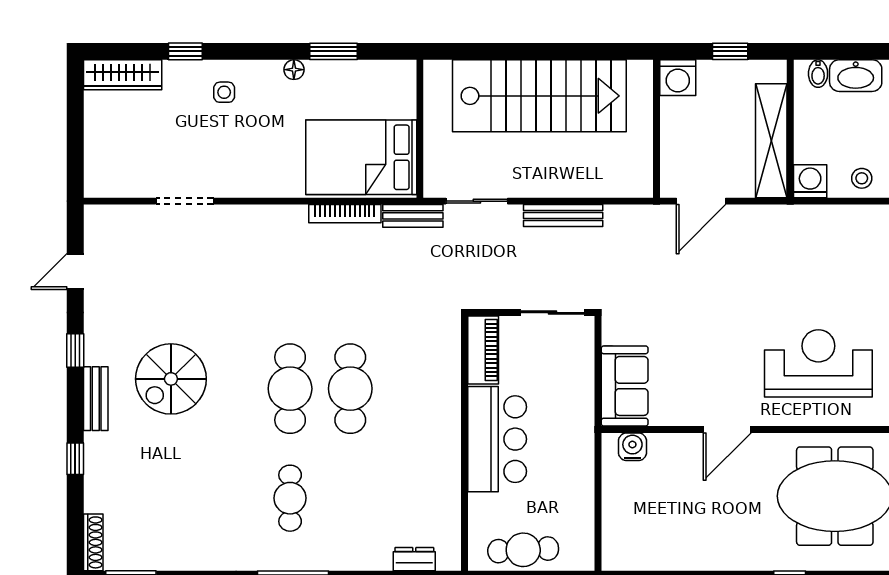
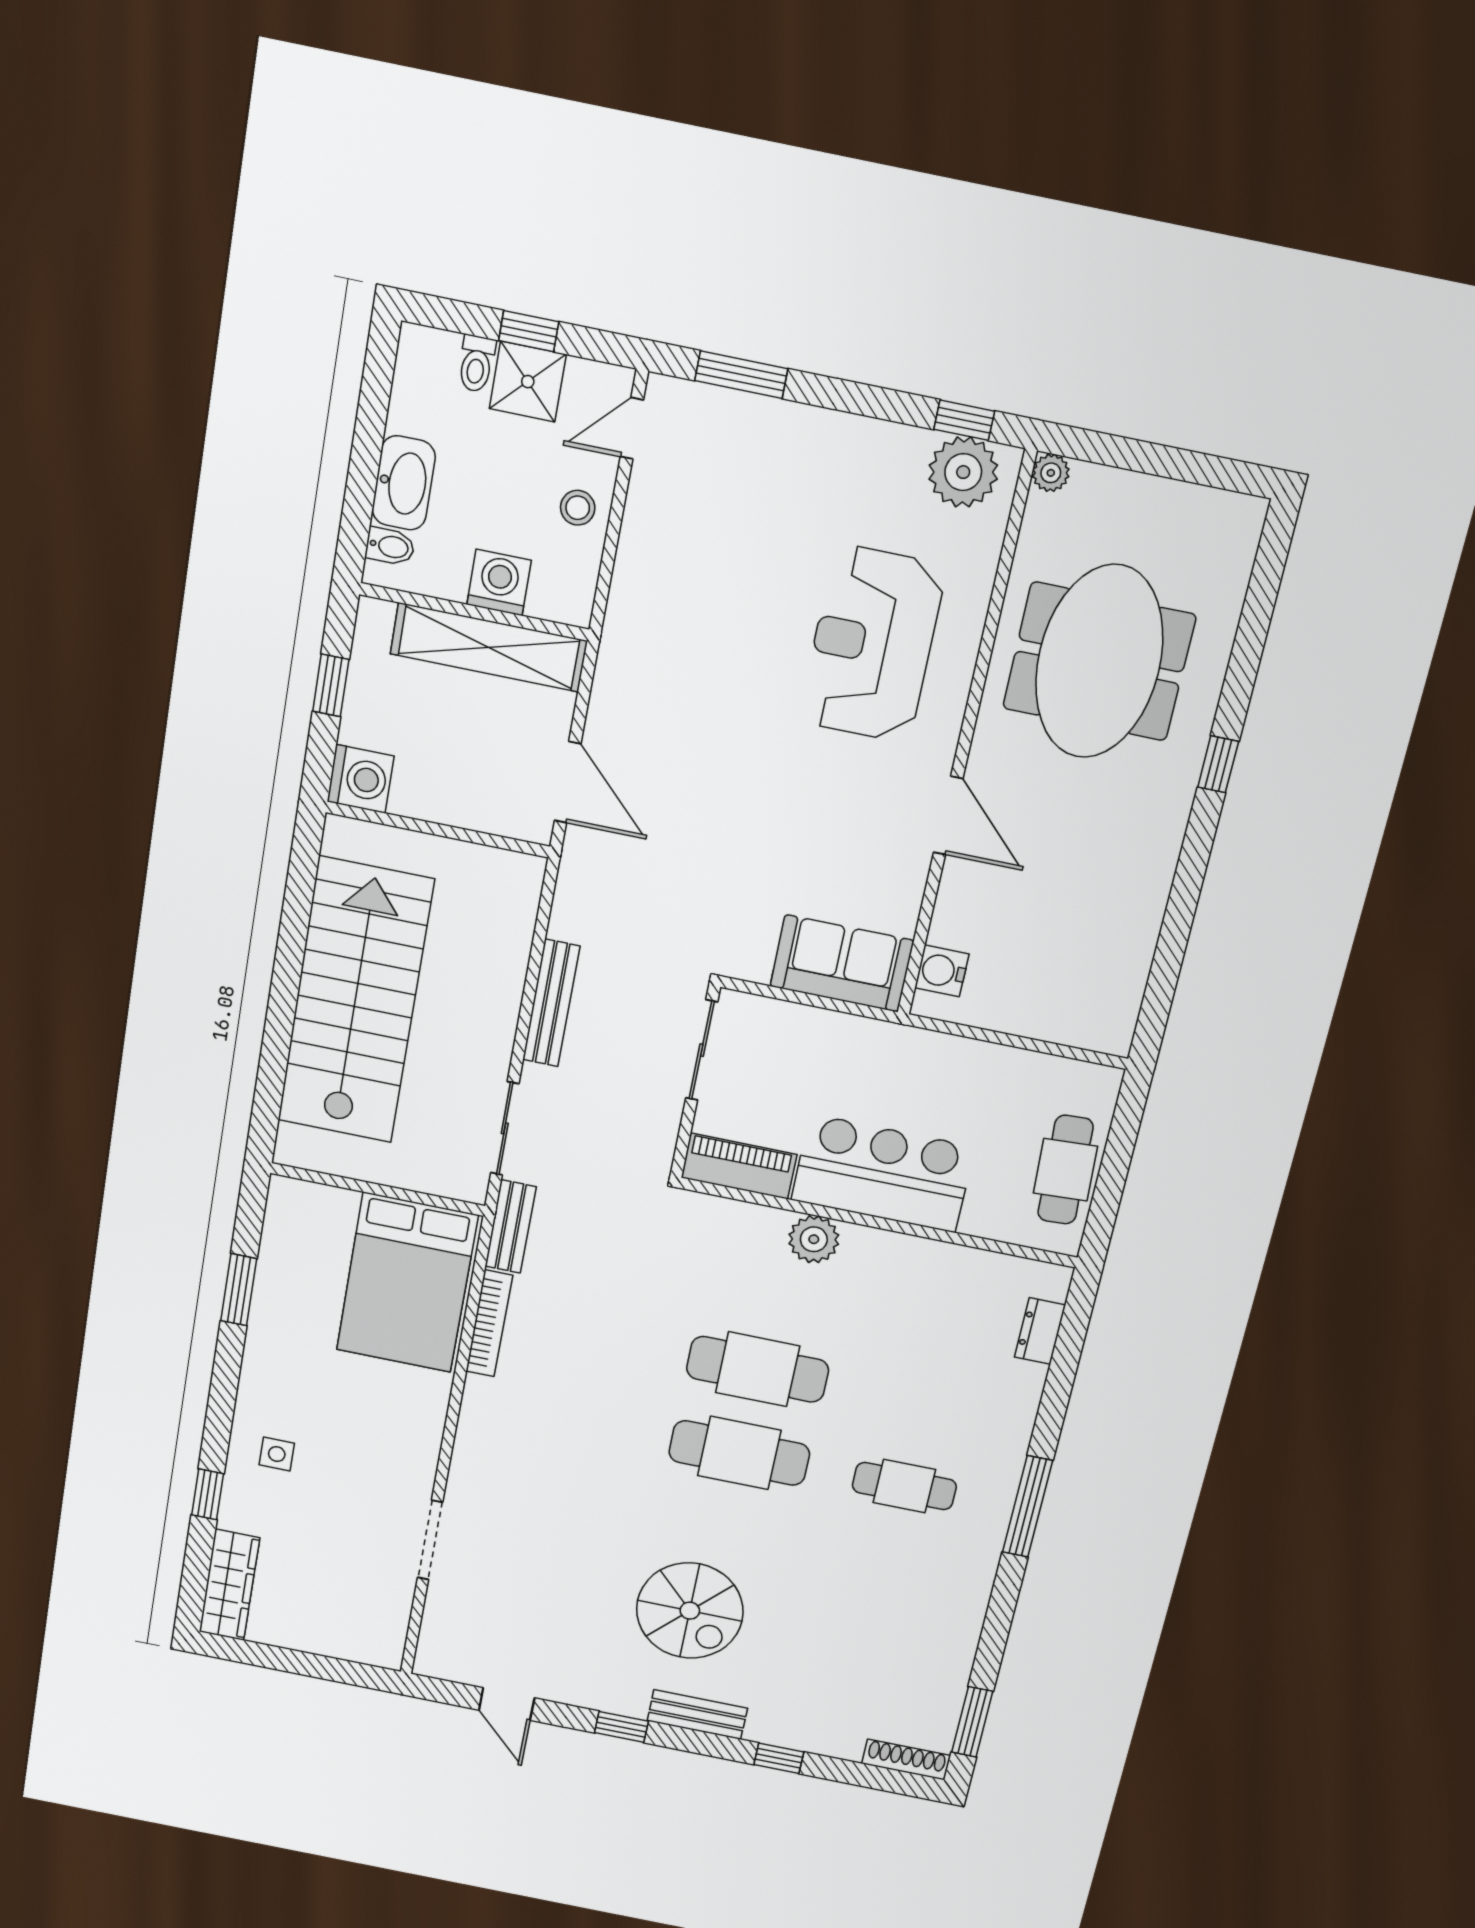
floor lamp: (294, 70) -> (258, 1351), removed
washing machine: (810, 181) -> (499, 582), moved, turned 90
plant: (445, 406) -> (814, 1239), added

